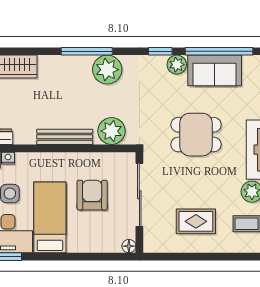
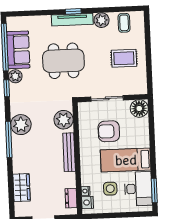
dining table: (196, 135) -> (63, 61), width x1.38
sliding door: (139, 195) -> (107, 98), width x0.73
rug: (196, 221) -> (124, 58), turned 90
floor lamp: (129, 246) -> (139, 108), width x1.89, depth x1.89

